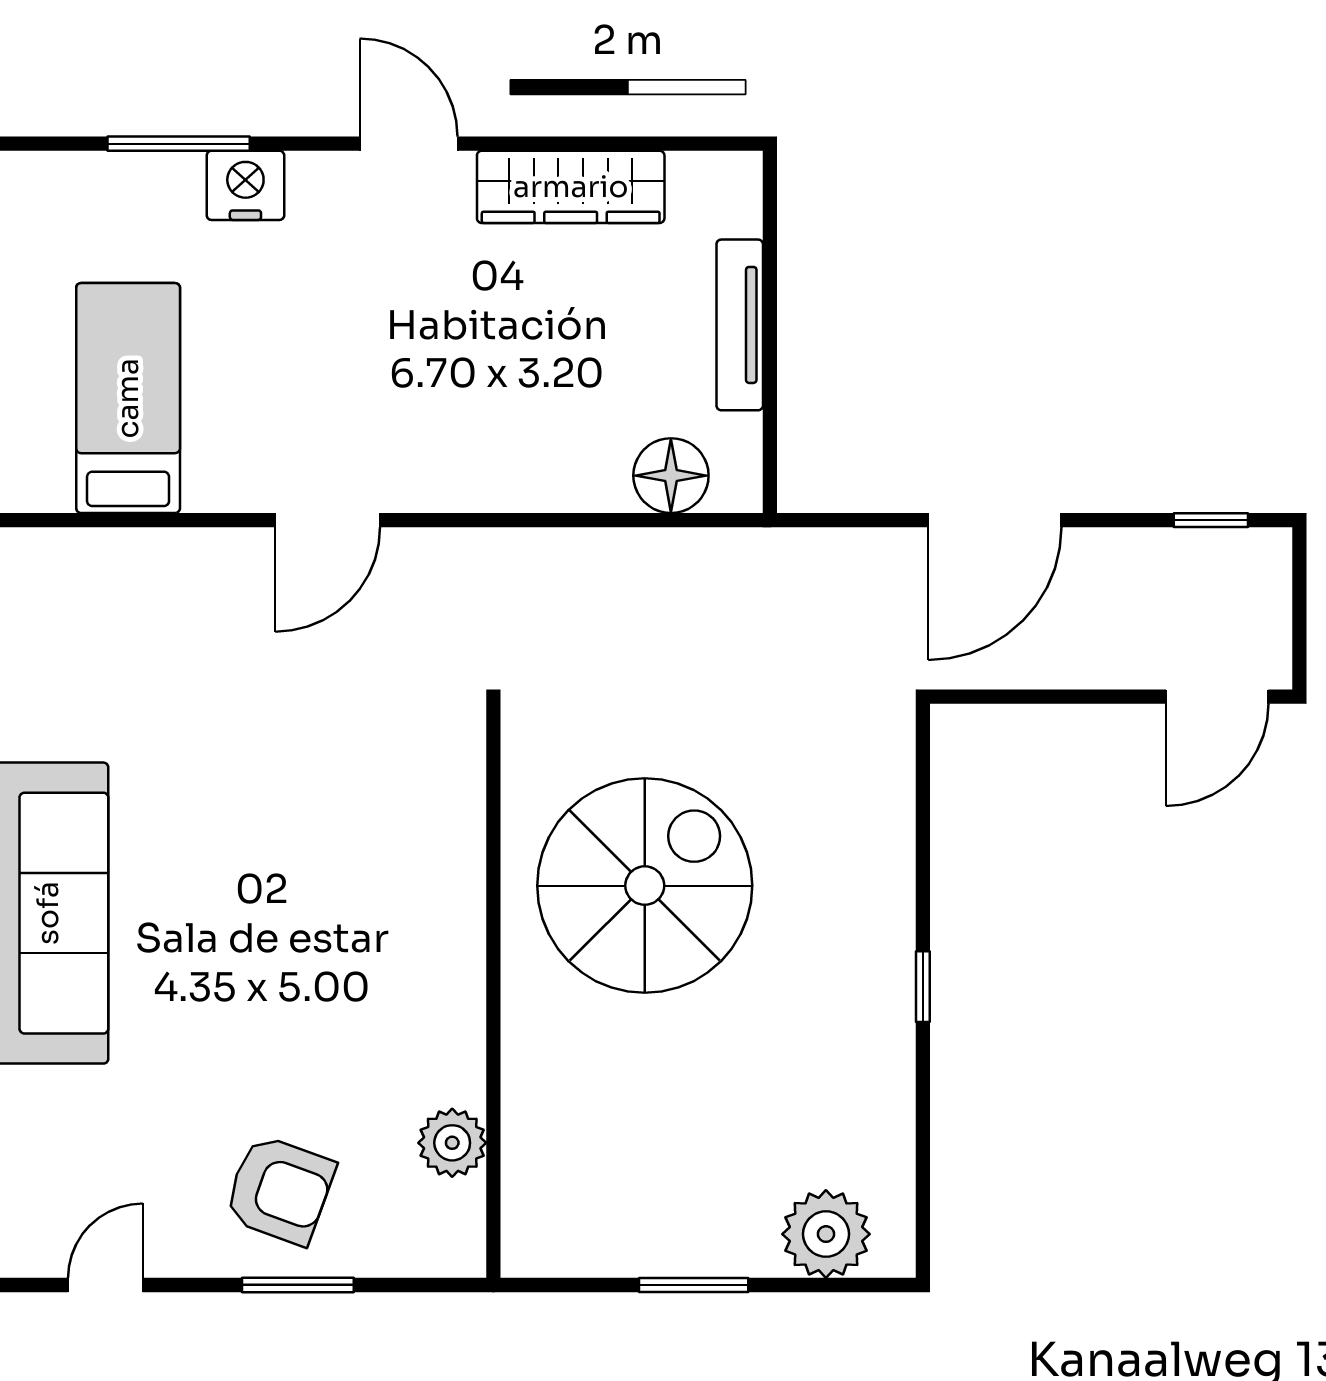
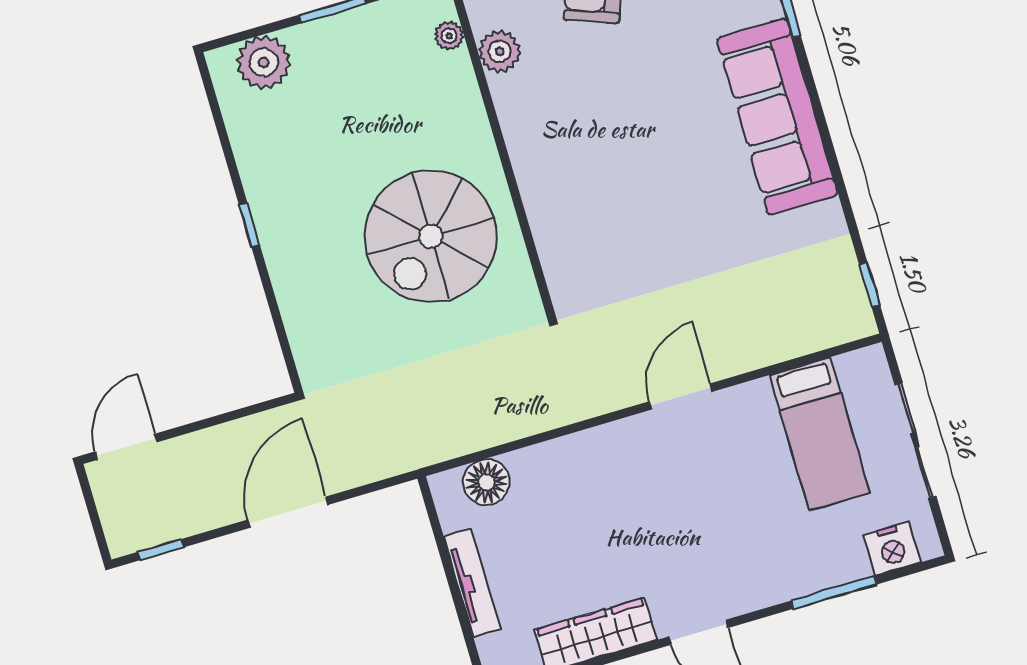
nightstand: (245, 185) -> (892, 549), moved
plant: (524, 1190) -> (449, 36), added

